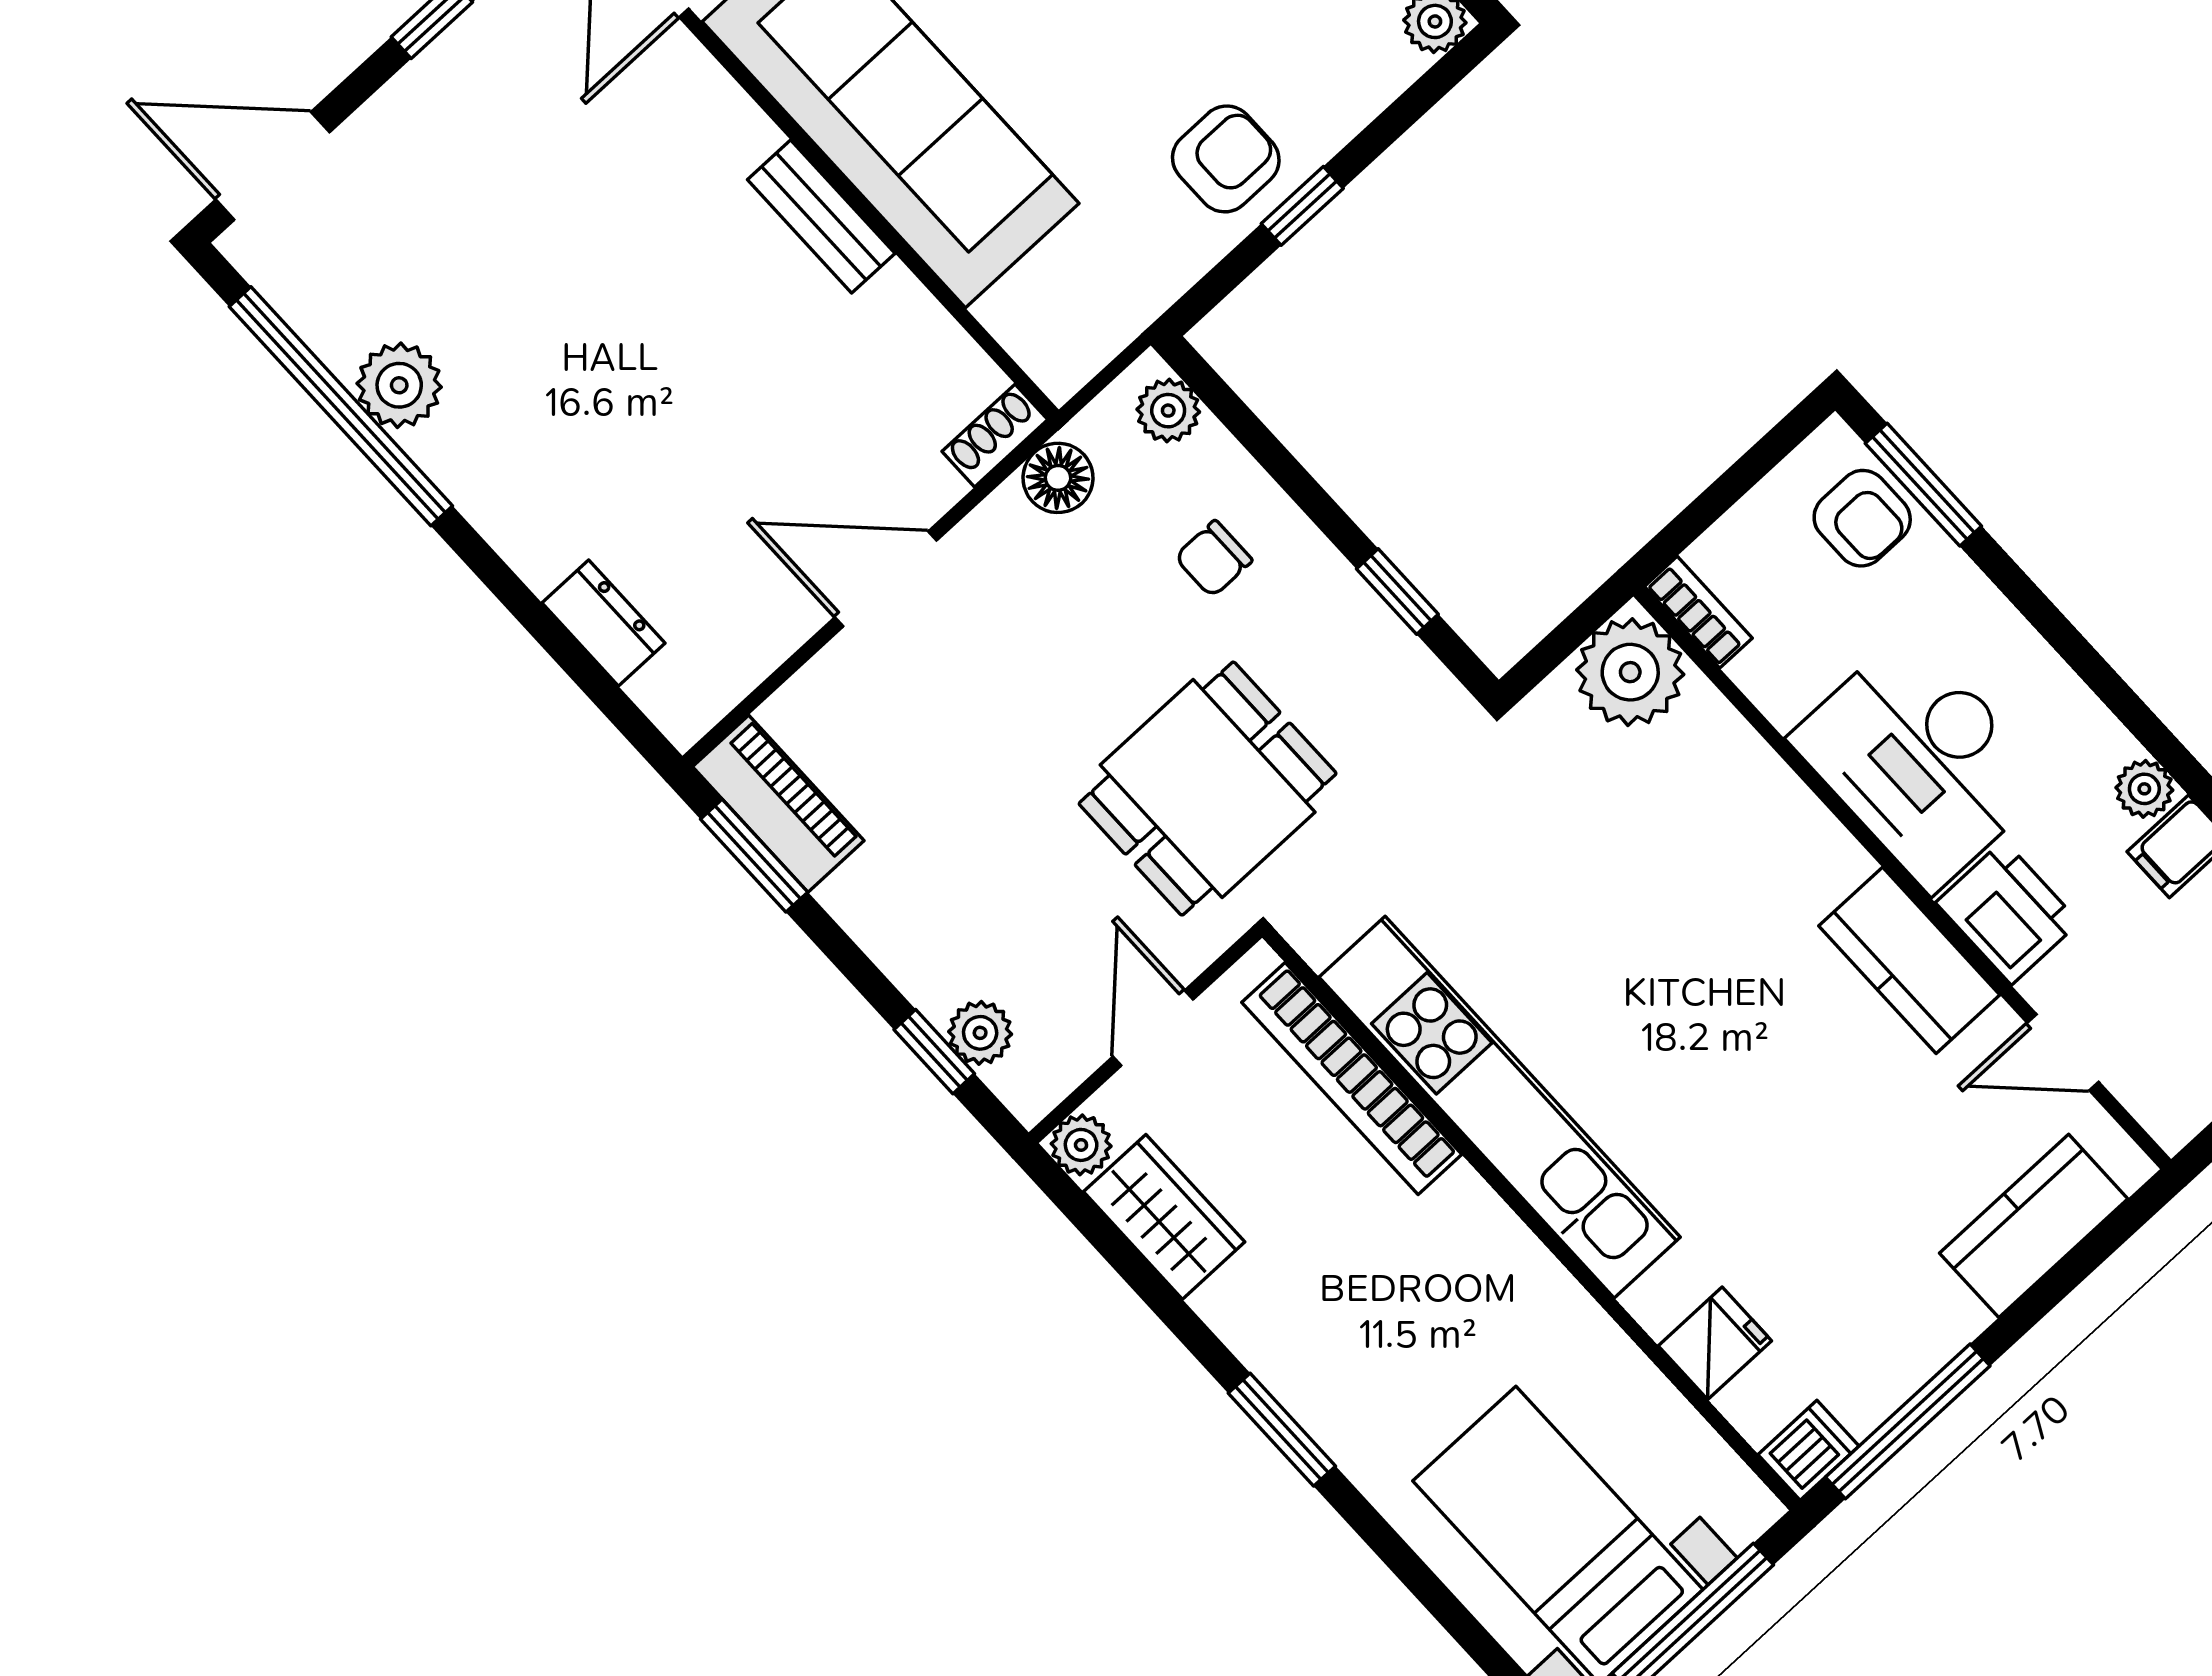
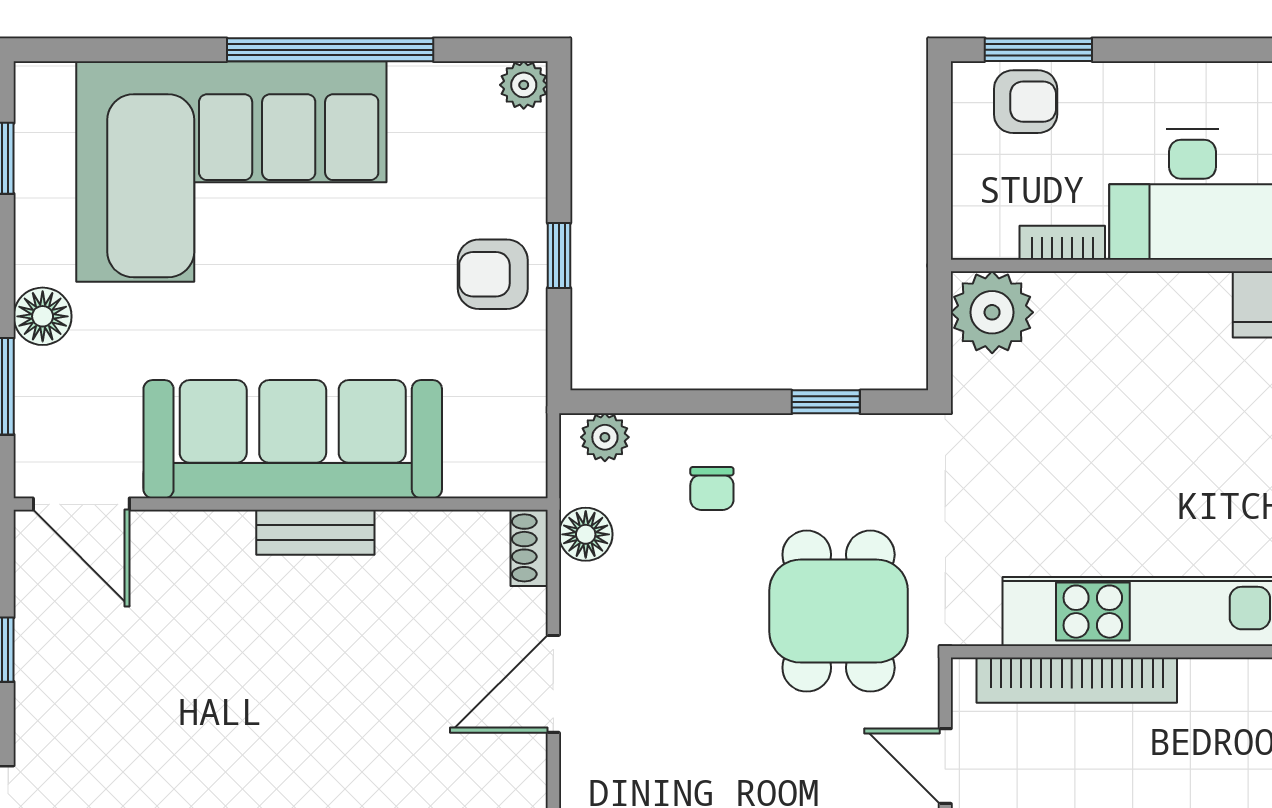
armchair: (1226, 159) -> (493, 274), turned -90
bookcase: (1698, 612) -> (1062, 243), moved

